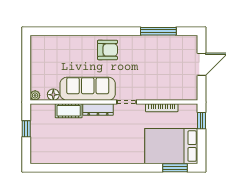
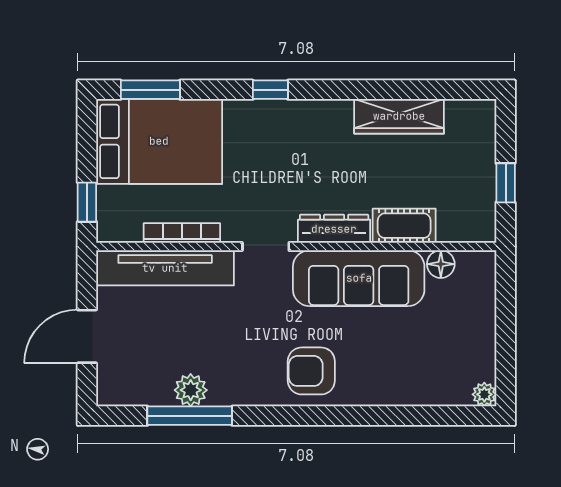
plant: (158, 42) -> (191, 390), added
tv unit: (169, 93) -> (165, 268), added
plant: (35, 95) -> (484, 394), moved
wardrobe: (71, 157) -> (399, 116), added
window: (125, 168) -> (270, 90), added

